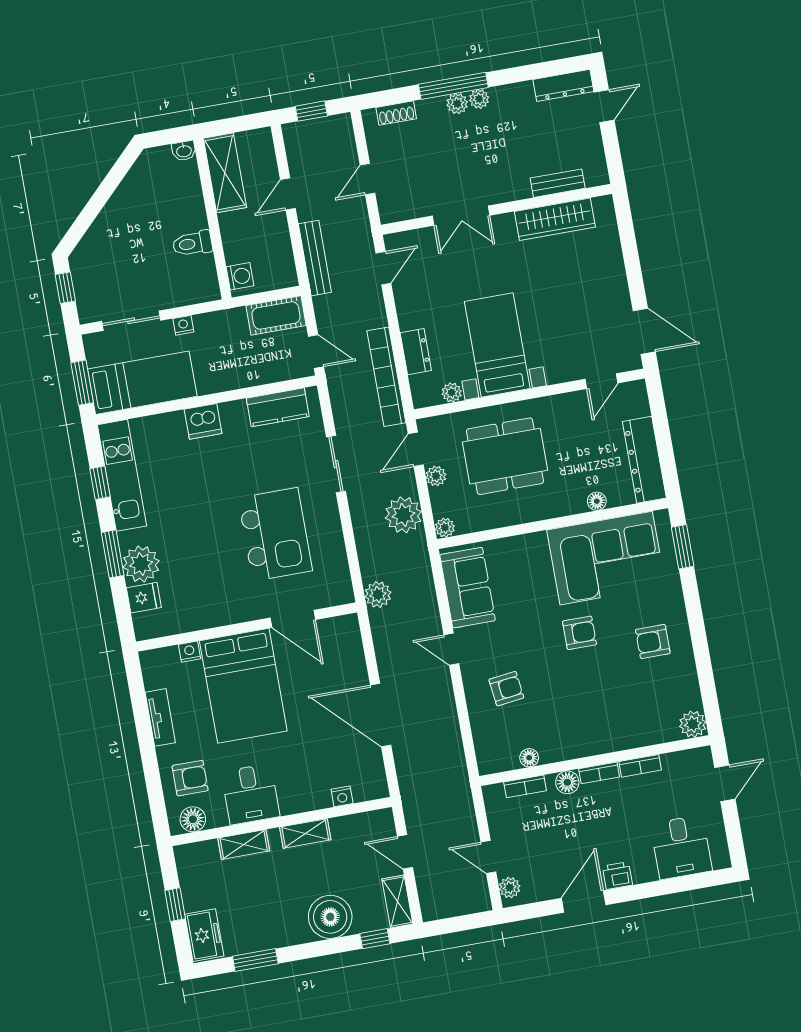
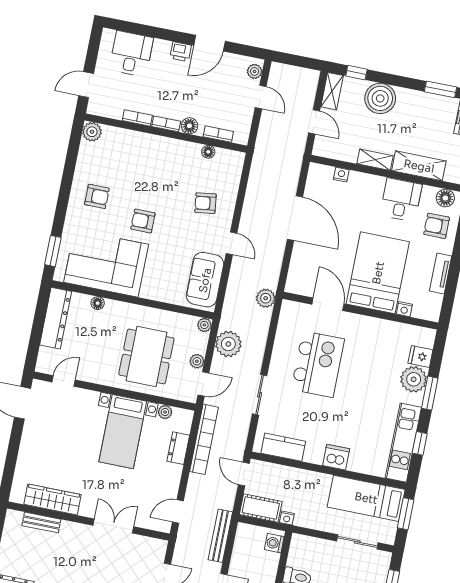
nightstand: (183, 325) -> (287, 518), moved
dining table: (505, 456) -> (146, 356), turned 90
kitchen island: (275, 534) -> (318, 364), turned 180
shelving: (244, 844) -> (419, 166), width x1.50, depth x1.33

